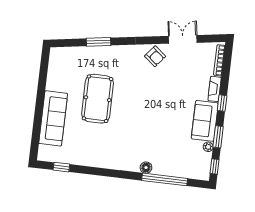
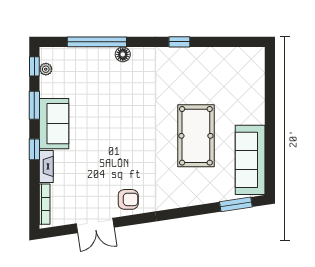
window: (98, 42) -> (236, 204), moved
armchair: (155, 56) -> (128, 199), turned 141
sofa: (53, 118) -> (250, 160), moved
plant: (208, 147) -> (46, 69), moved
window: (61, 167) -> (179, 42), moved

